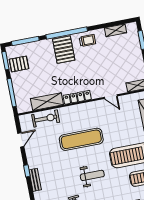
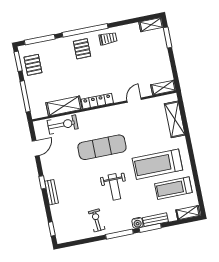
shelving: (115, 30) -> (151, 25), moved
pallet: (64, 50) -> (82, 49), width x0.67, depth x0.71
pallet: (19, 64) -> (33, 65), turned 90
door: (111, 97) -> (134, 100), swing flipped
weight bench: (92, 175) -> (114, 187), turned 90

